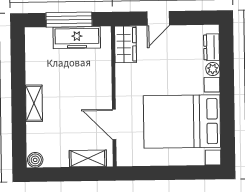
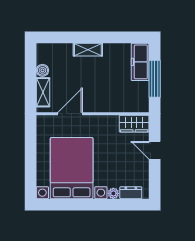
freezer: (77, 38) -> (140, 62), moved
boiler: (35, 160) -> (42, 70), moved

